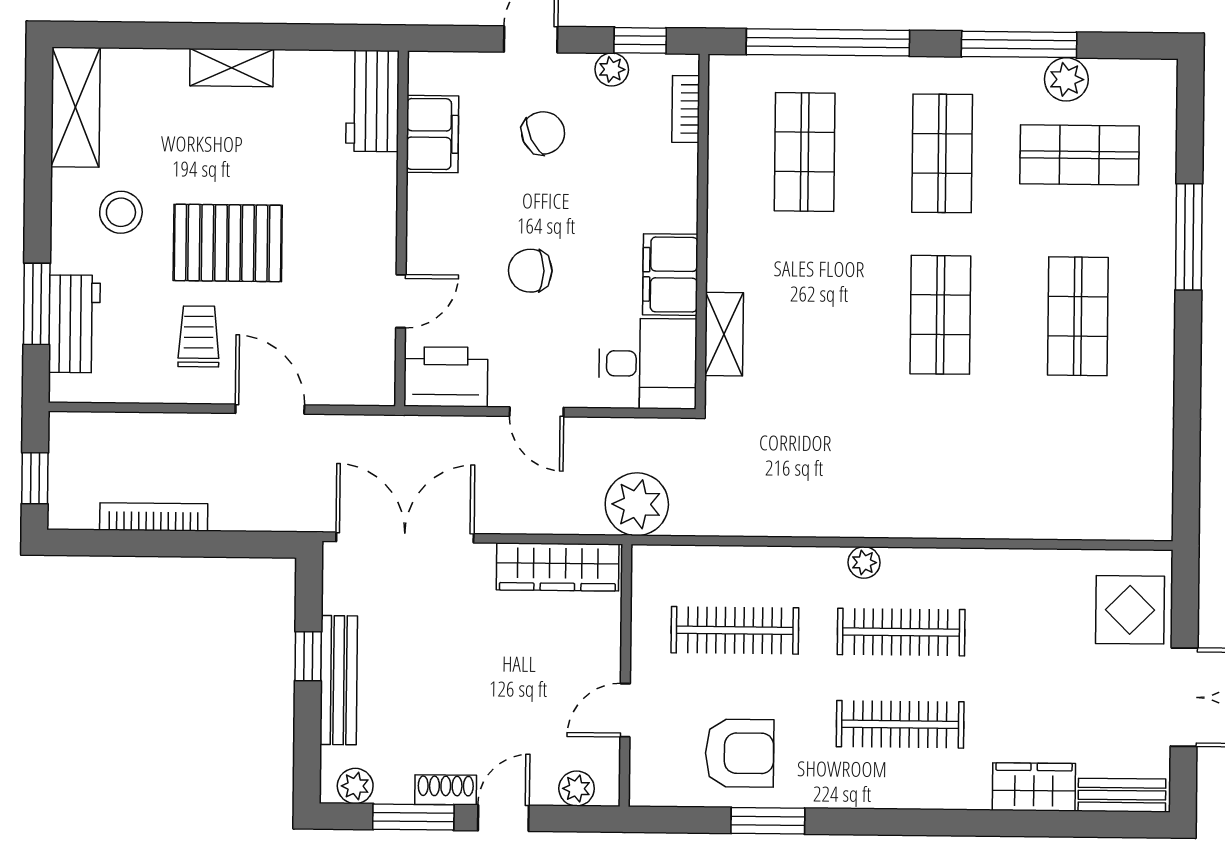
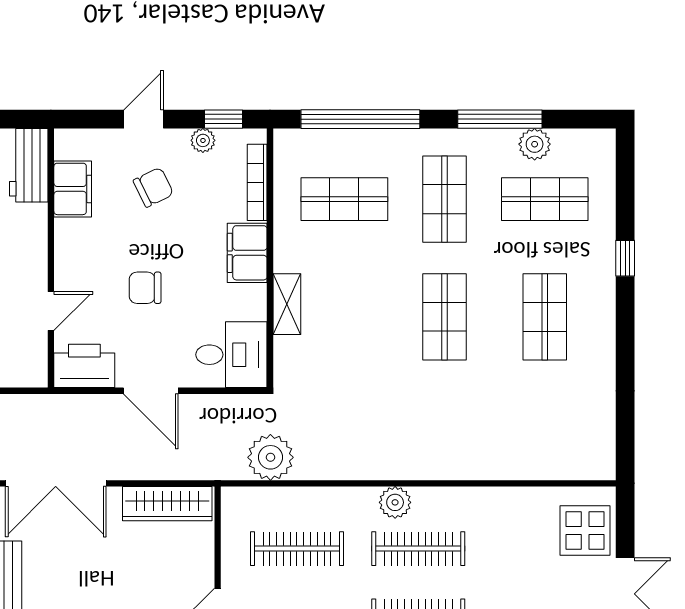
bookcase: (686, 109) -> (257, 182), width x1.56
shop shelf: (805, 152) -> (344, 199), turned 90
window: (1189, 237) -> (625, 258), width x0.46
filing cabinet: (670, 275) -> (247, 253), moved
shelving: (724, 334) -> (287, 304), moved
door: (537, 412) -> (151, 391), width x1.38
plant: (637, 504) -> (270, 457), moved
double door: (405, 538) -> (56, 483), swing flipped
plant: (864, 562) -> (395, 502), width x1.38, depth x1.38

